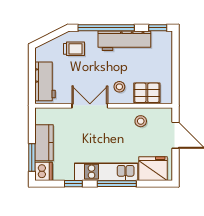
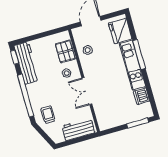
workbench: (124, 41) -> (27, 63), moved
kitchen counter: (44, 143) -> (124, 117), removed
dishwasher: (44, 171) -> (142, 96), moved, turned -90
window: (73, 184) -> (148, 87), removed

